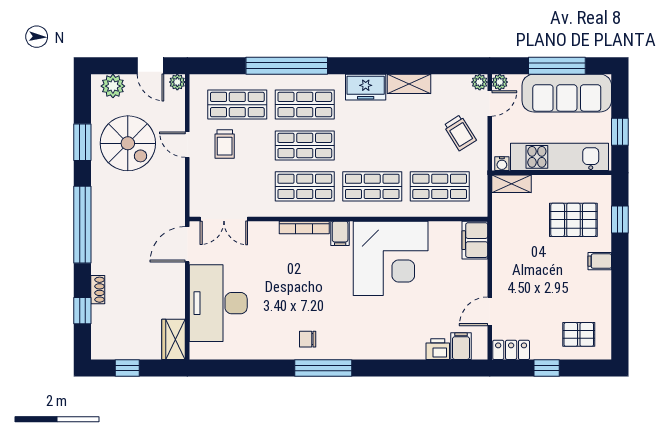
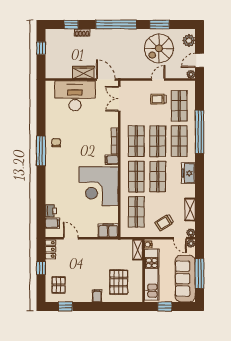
shelving: (409, 84) -> (190, 210), moved
shop shelf: (372, 145) -> (158, 177), added
window: (620, 219) -> (65, 306), moved
wardrobe: (174, 339) -> (83, 72), moved

